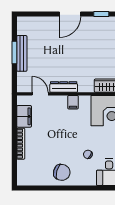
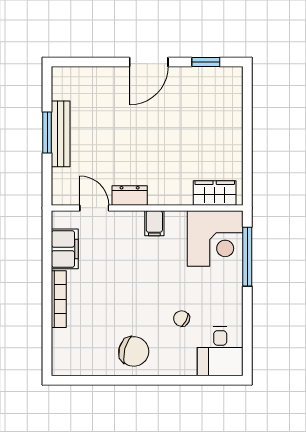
dresser: (64, 87) -> (130, 195), width x0.70

